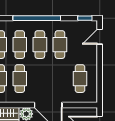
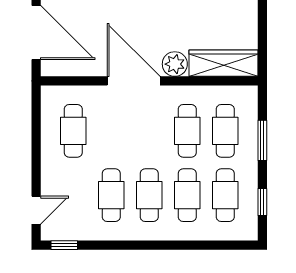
window: (37, 18) -> (155, 245), removed

